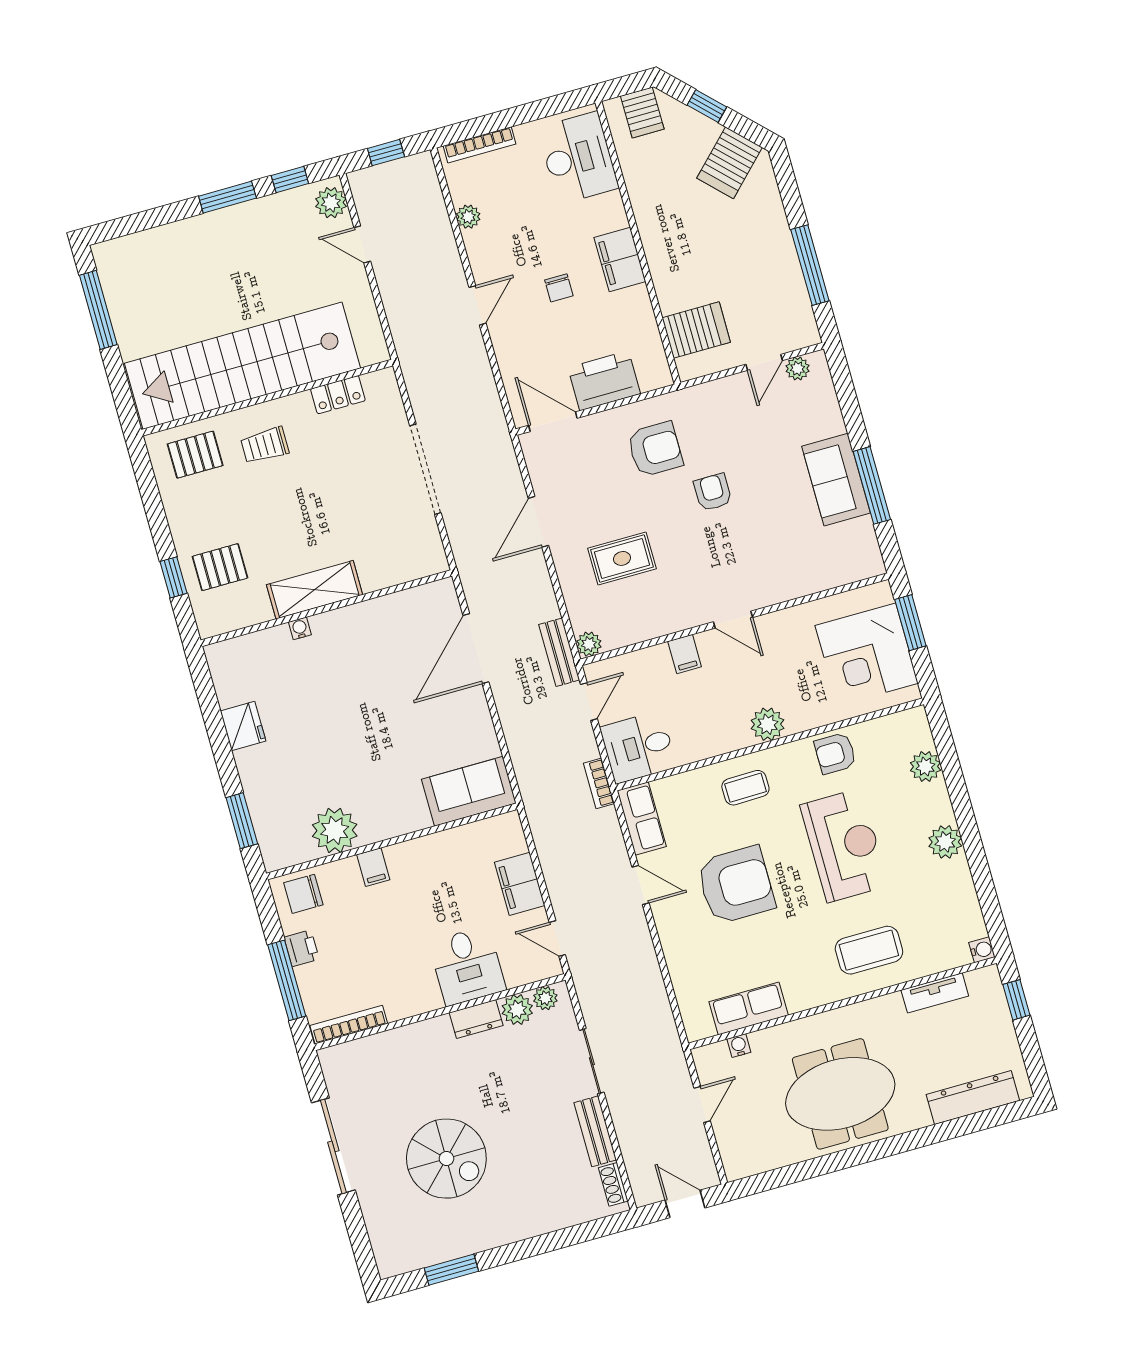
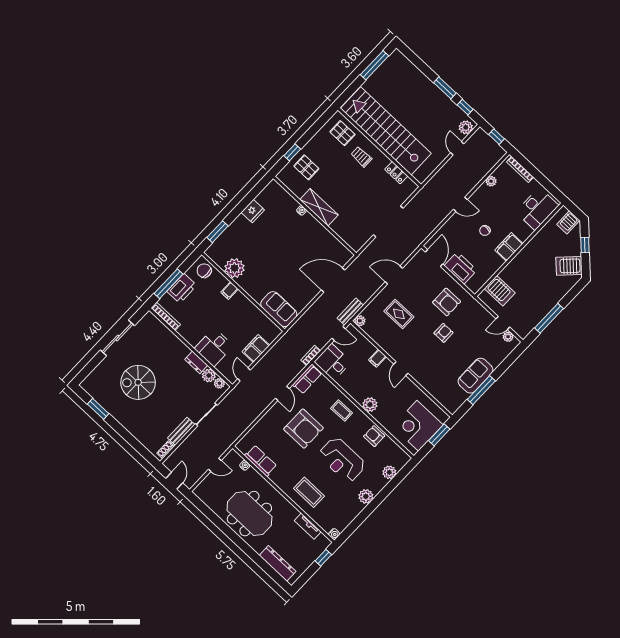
reception desk: (844, 845) -> (342, 460), turned 90
printer: (302, 948) -> (182, 288), width x1.87, depth x1.48
spiral stairs: (446, 1159) -> (138, 382), turned 90

